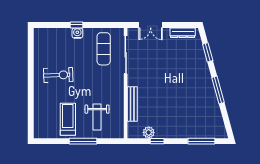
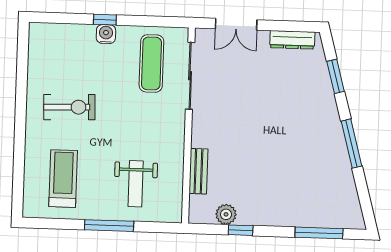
bench: (132, 104) -> (198, 171), width x0.73
treadmill: (68, 119) -> (63, 179), moved

